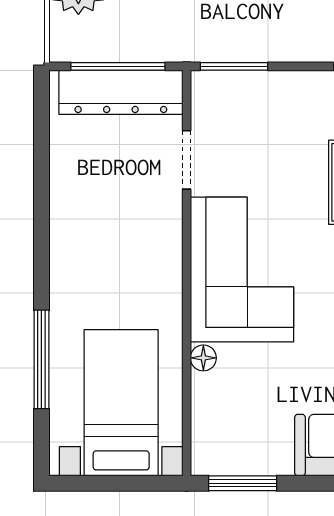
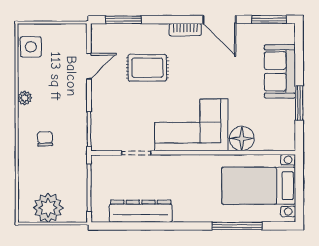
dresser: (121, 92) -> (141, 211), moved, turned -90
floor lamp: (203, 358) -> (242, 138), width x1.89, depth x1.89
window: (243, 483) -> (299, 103), moved

